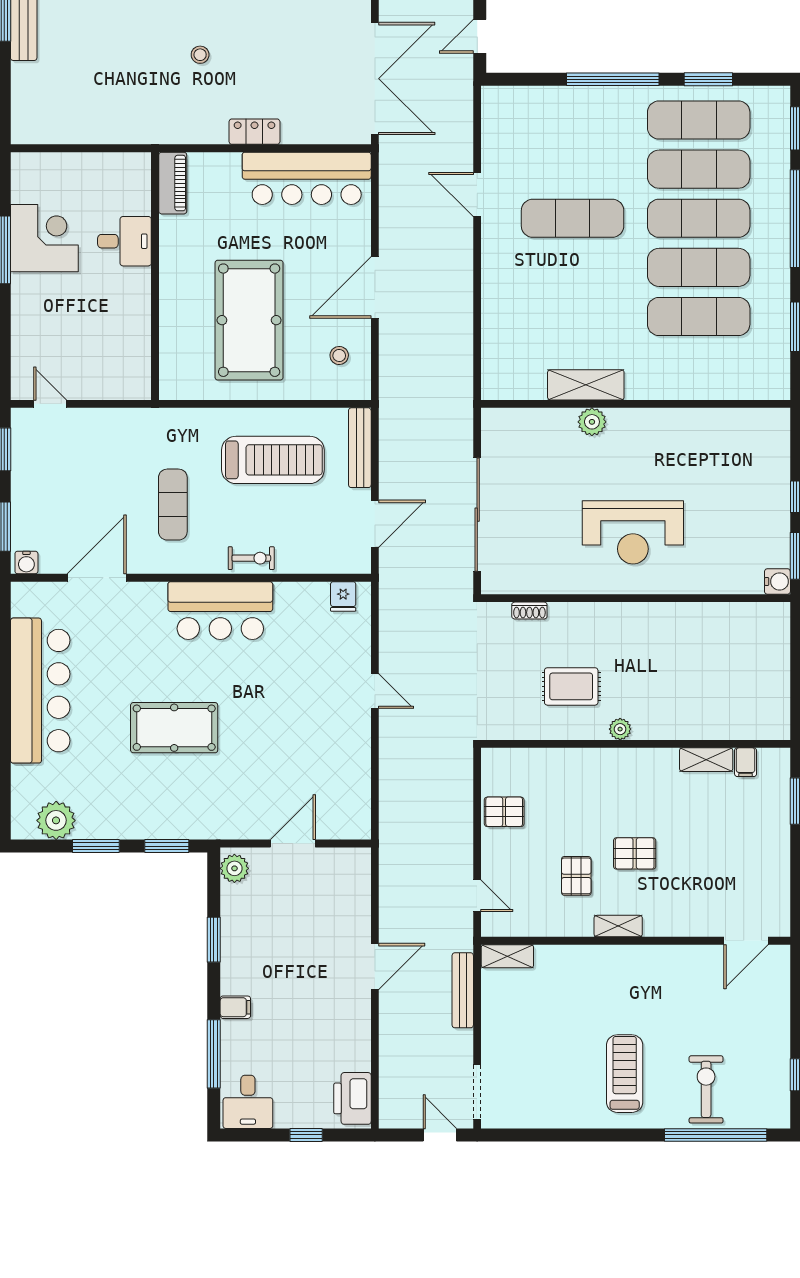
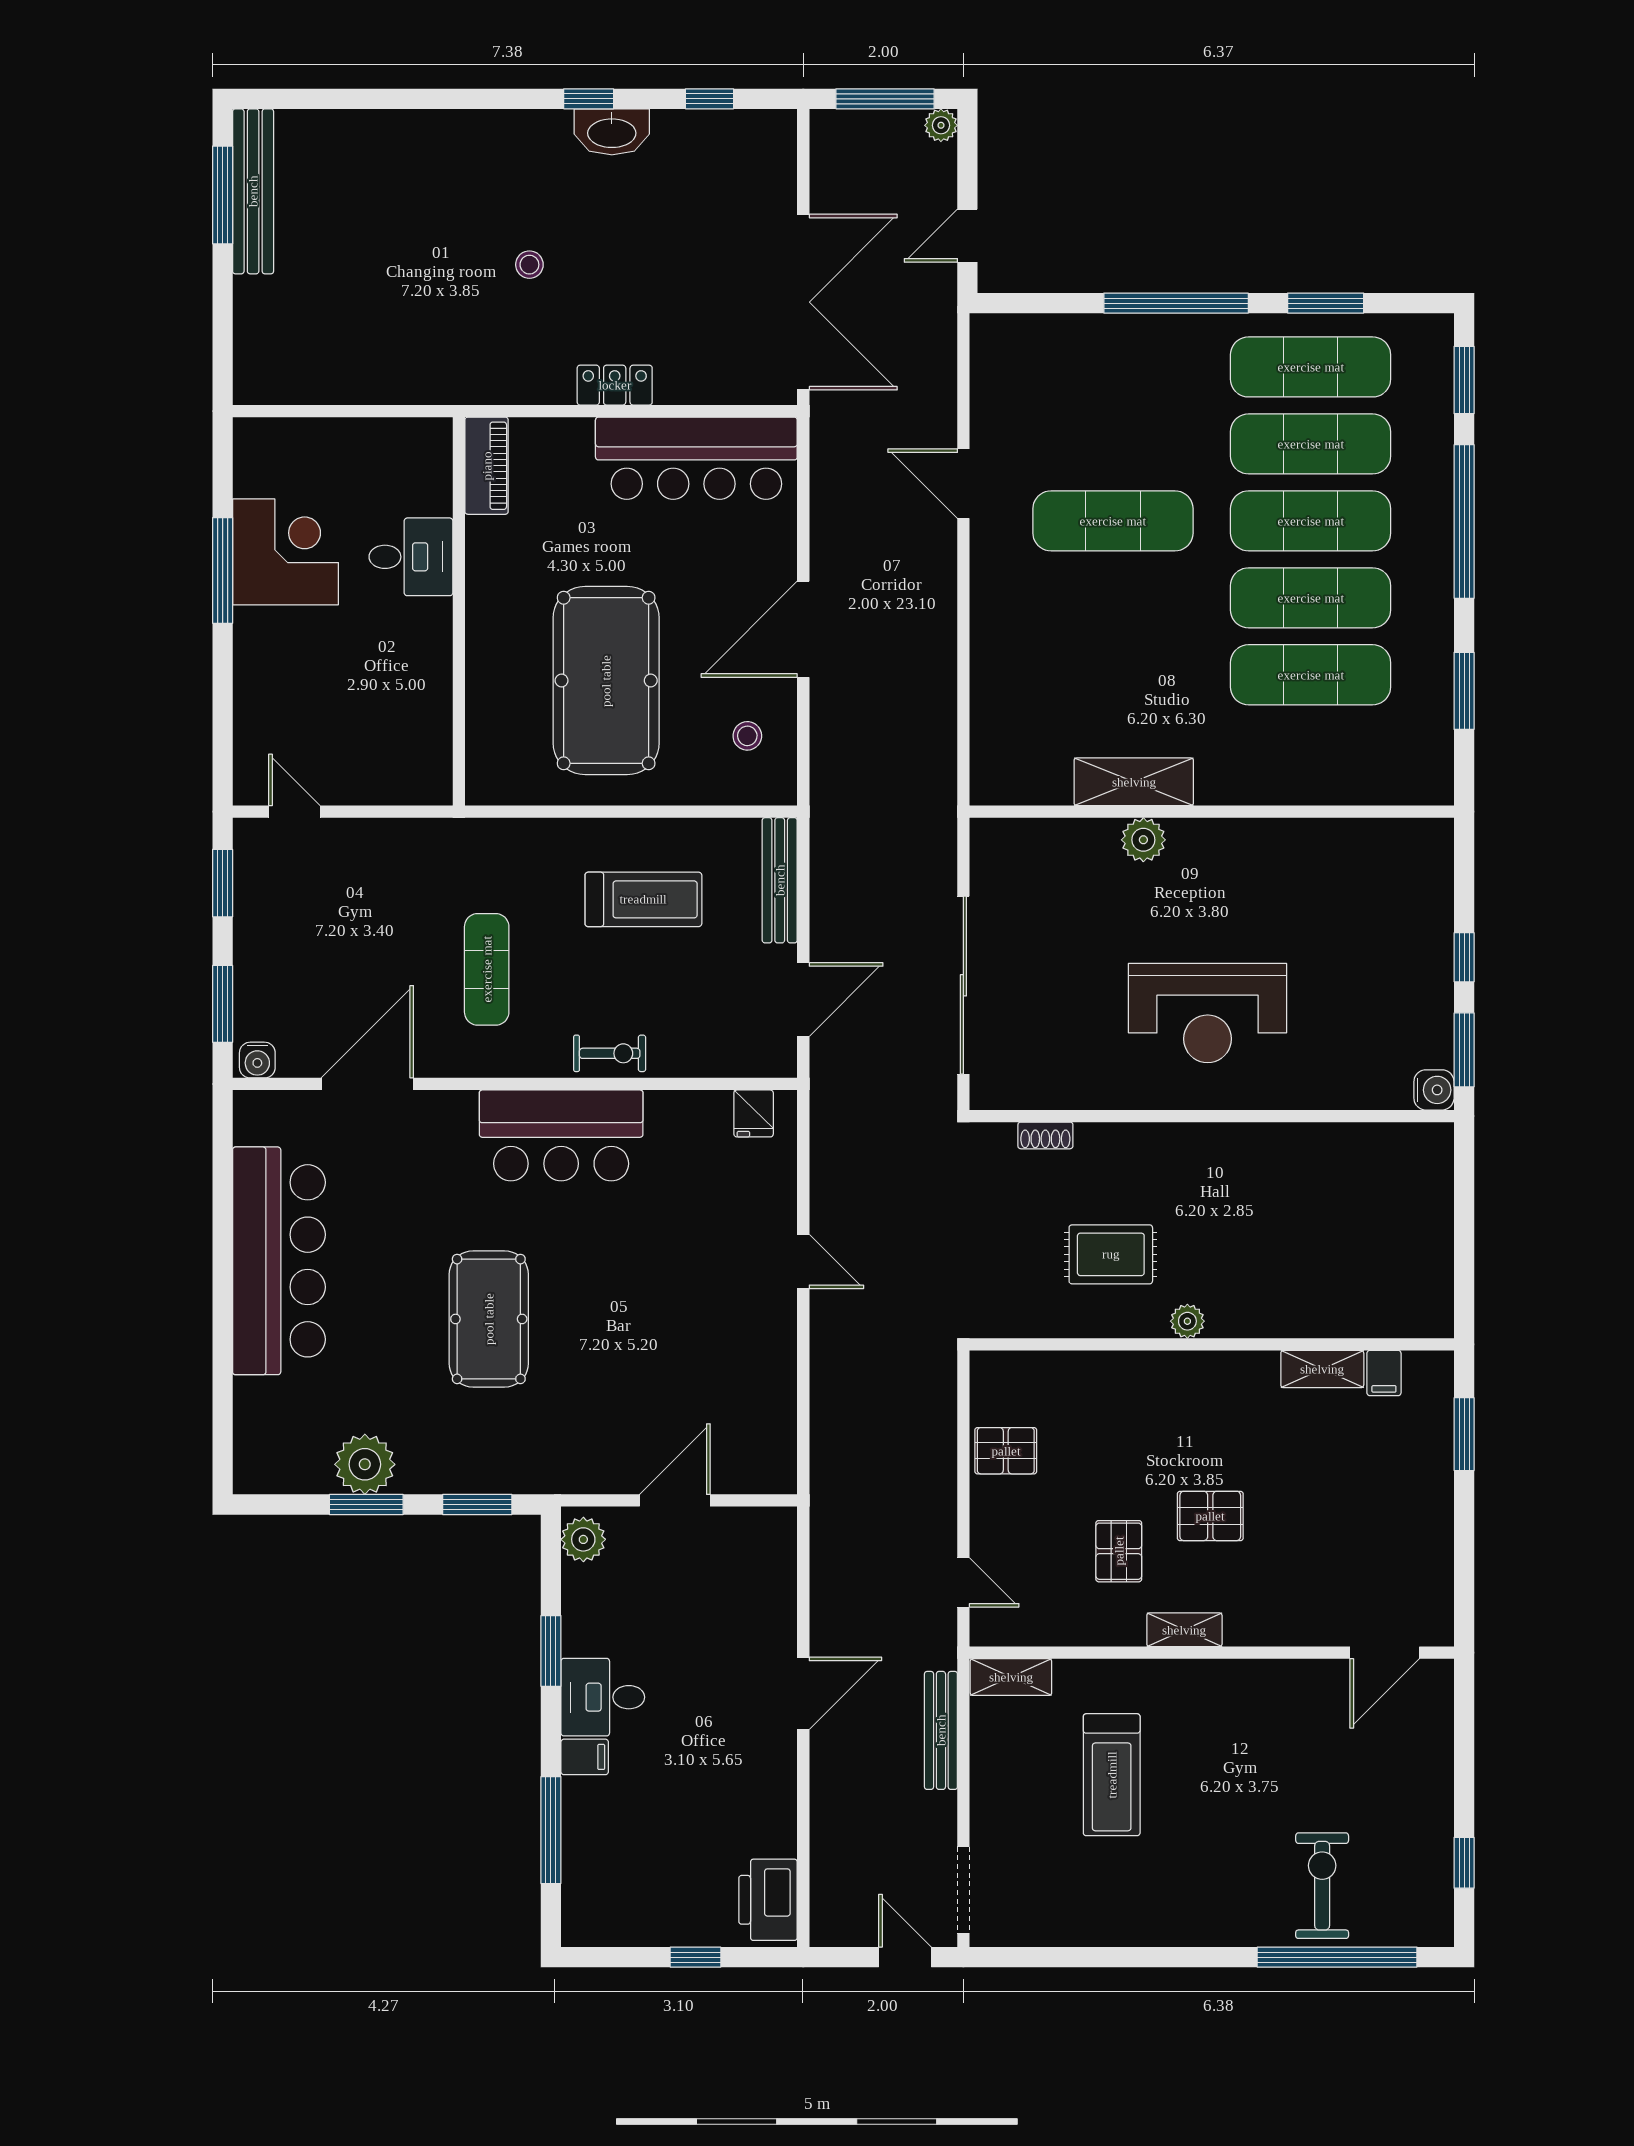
treadmill: (273, 460) -> (643, 899), width x0.73, depth x0.73
pool table: (174, 728) -> (489, 1319), turned 90
plant: (56, 820) -> (365, 1464), moved
treadmill: (625, 1074) -> (1112, 1775), moved, turned 180
desk: (248, 1102) -> (603, 1697), moved, turned 90

